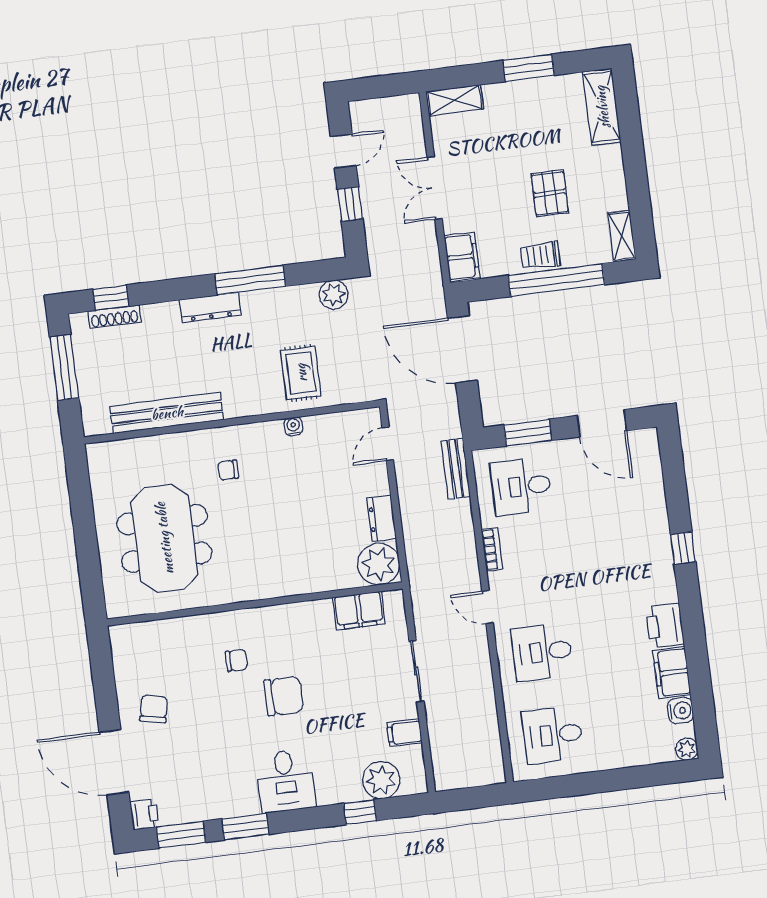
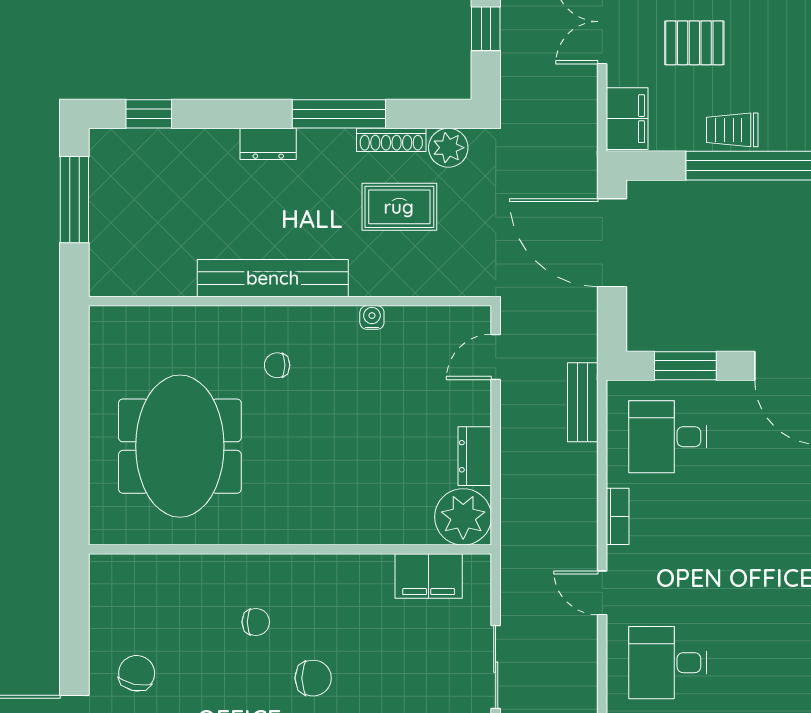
pallet: (550, 193) -> (694, 43), moved, turned 90
dresser: (210, 307) -> (268, 144), width x0.70
shoe rack: (114, 317) -> (391, 140), moved
rug: (301, 373) -> (399, 207), moved, turned 90
bench: (167, 413) -> (273, 278), moved
chair: (284, 696) -> (313, 678), width x0.73, depth x0.73

